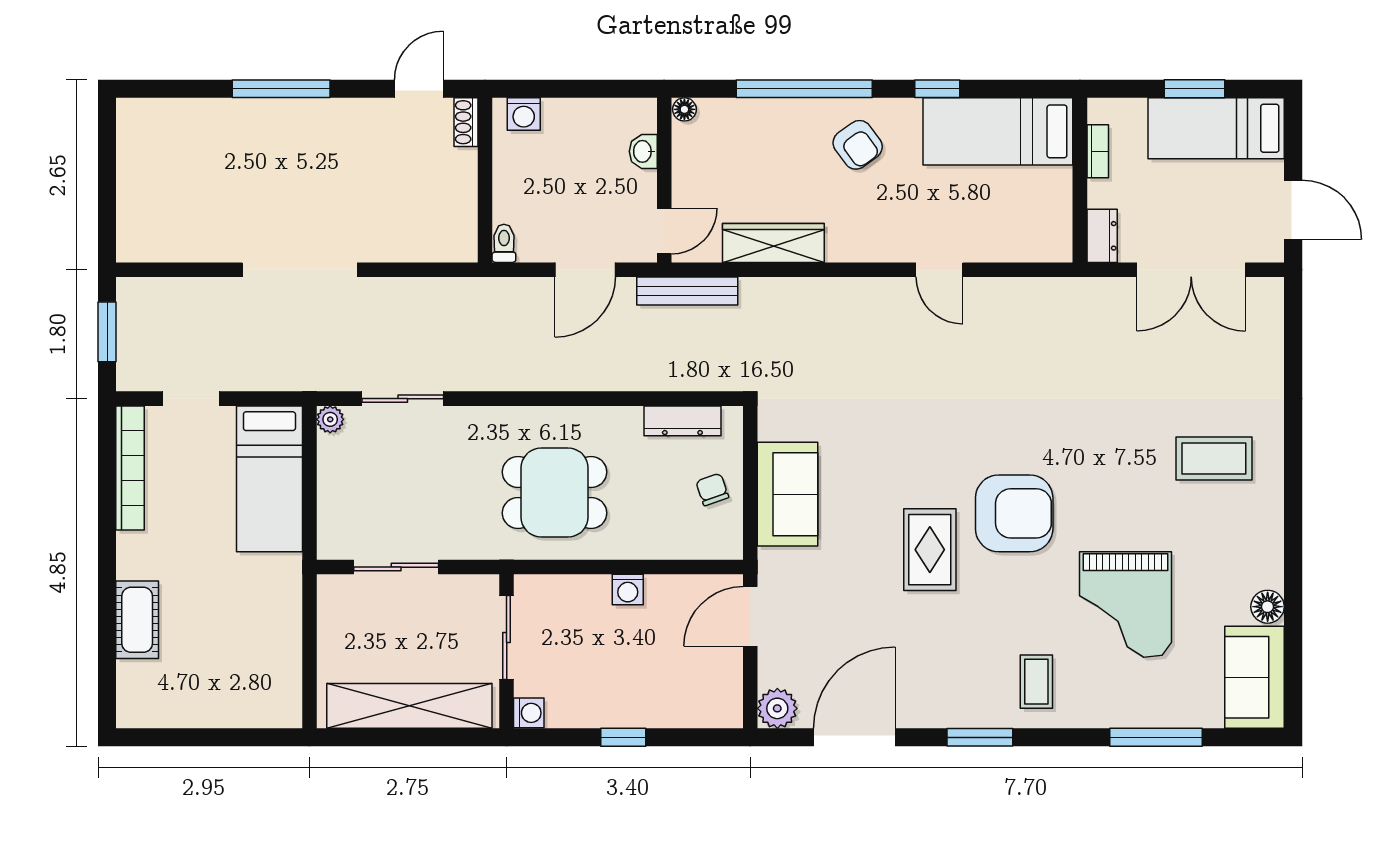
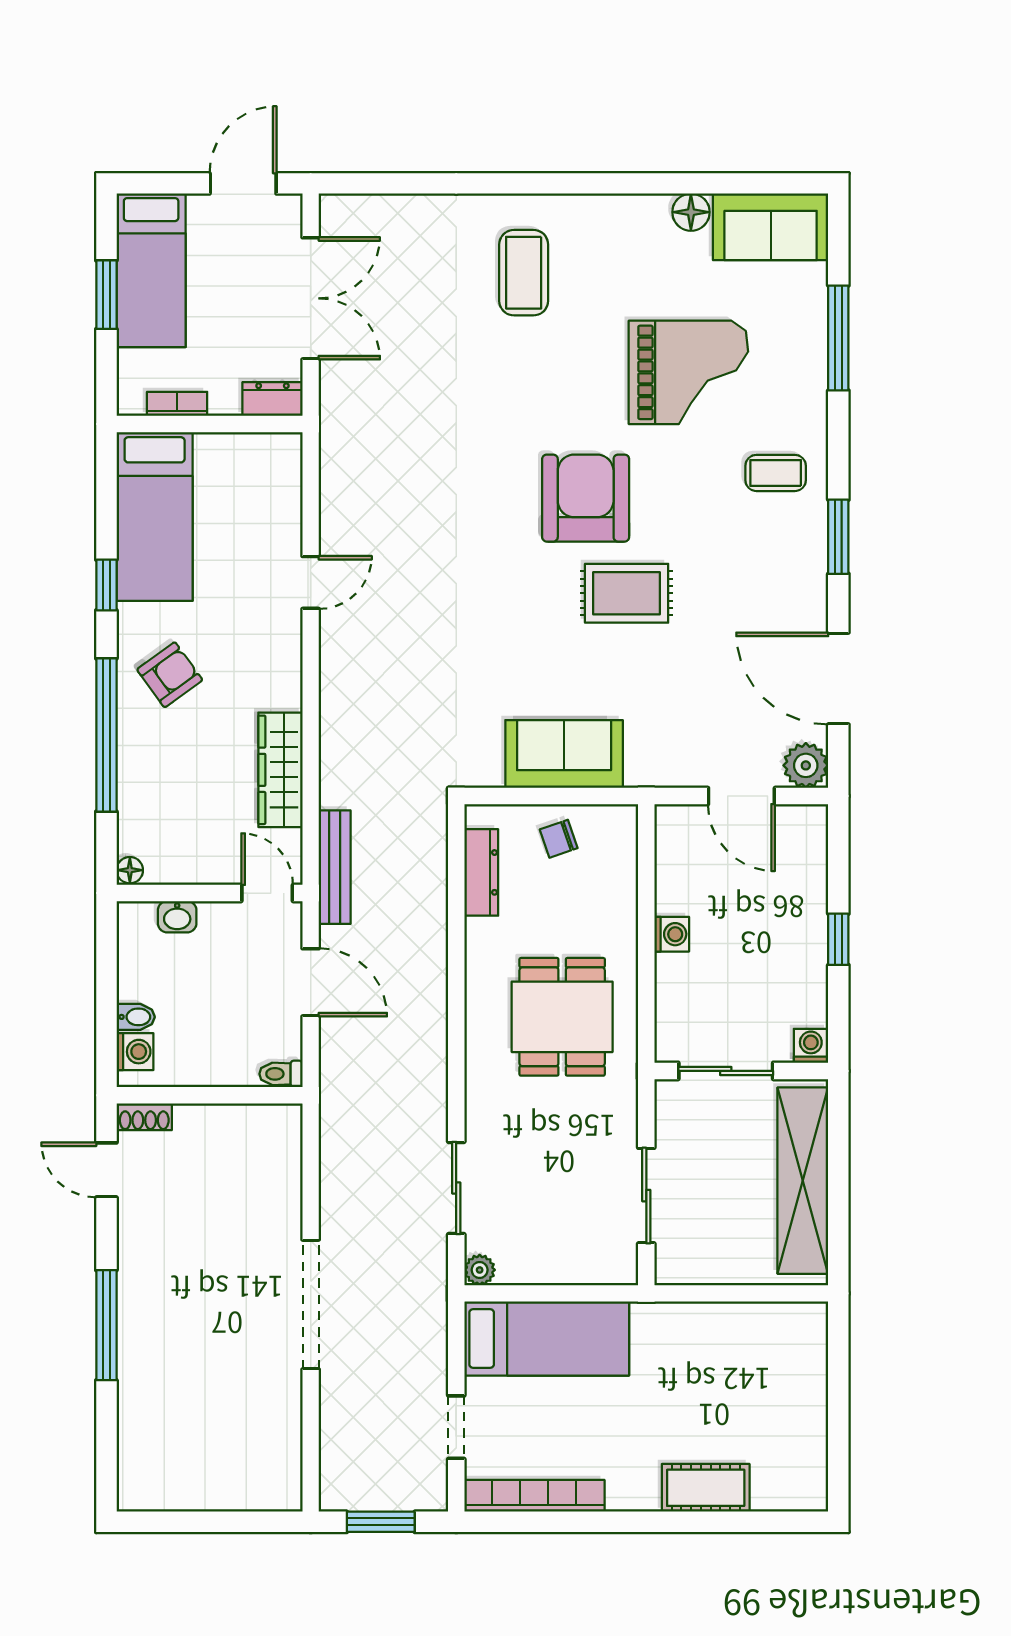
bidet: (554, 115) -> (136, 1017), added
door: (750, 616) -> (741, 796), moved

